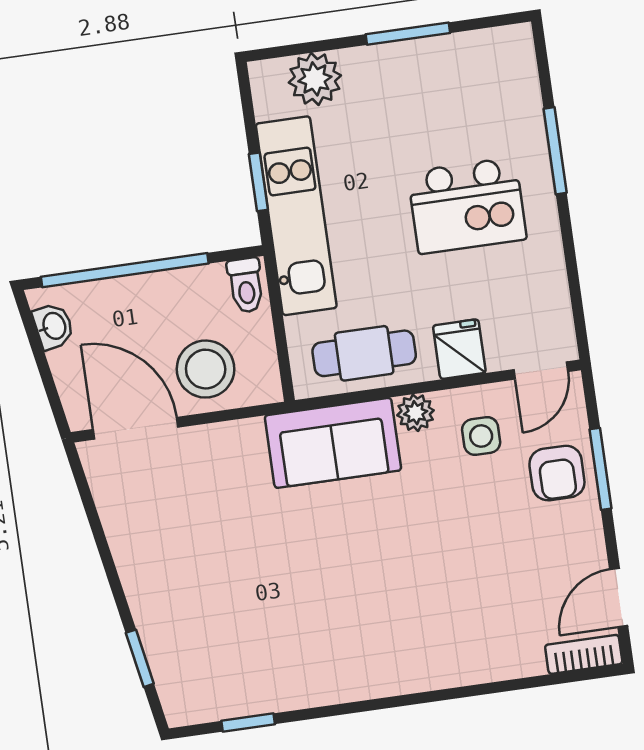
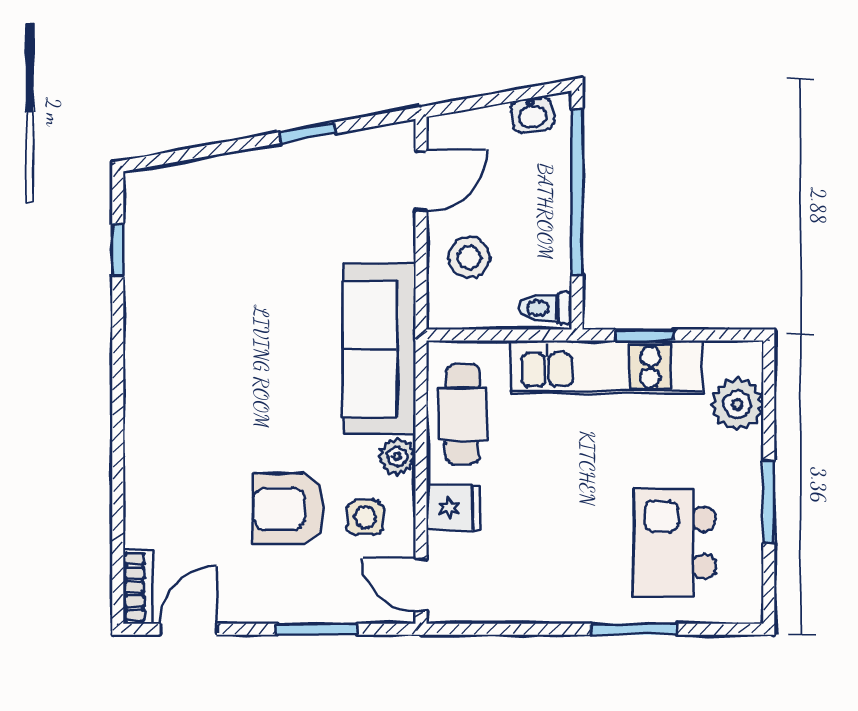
kitchen island: (467, 206) -> (675, 543), moved
stool: (206, 369) -> (469, 257), width x0.73, depth x0.73
door: (136, 428) -> (421, 181), width x0.73
sofa: (333, 443) -> (379, 349), width x1.36
armchair: (557, 473) -> (289, 509), moved, width x1.38, depth x1.38
door: (619, 598) -> (188, 629), hinge flipped
window: (140, 658) -> (308, 133), moved

